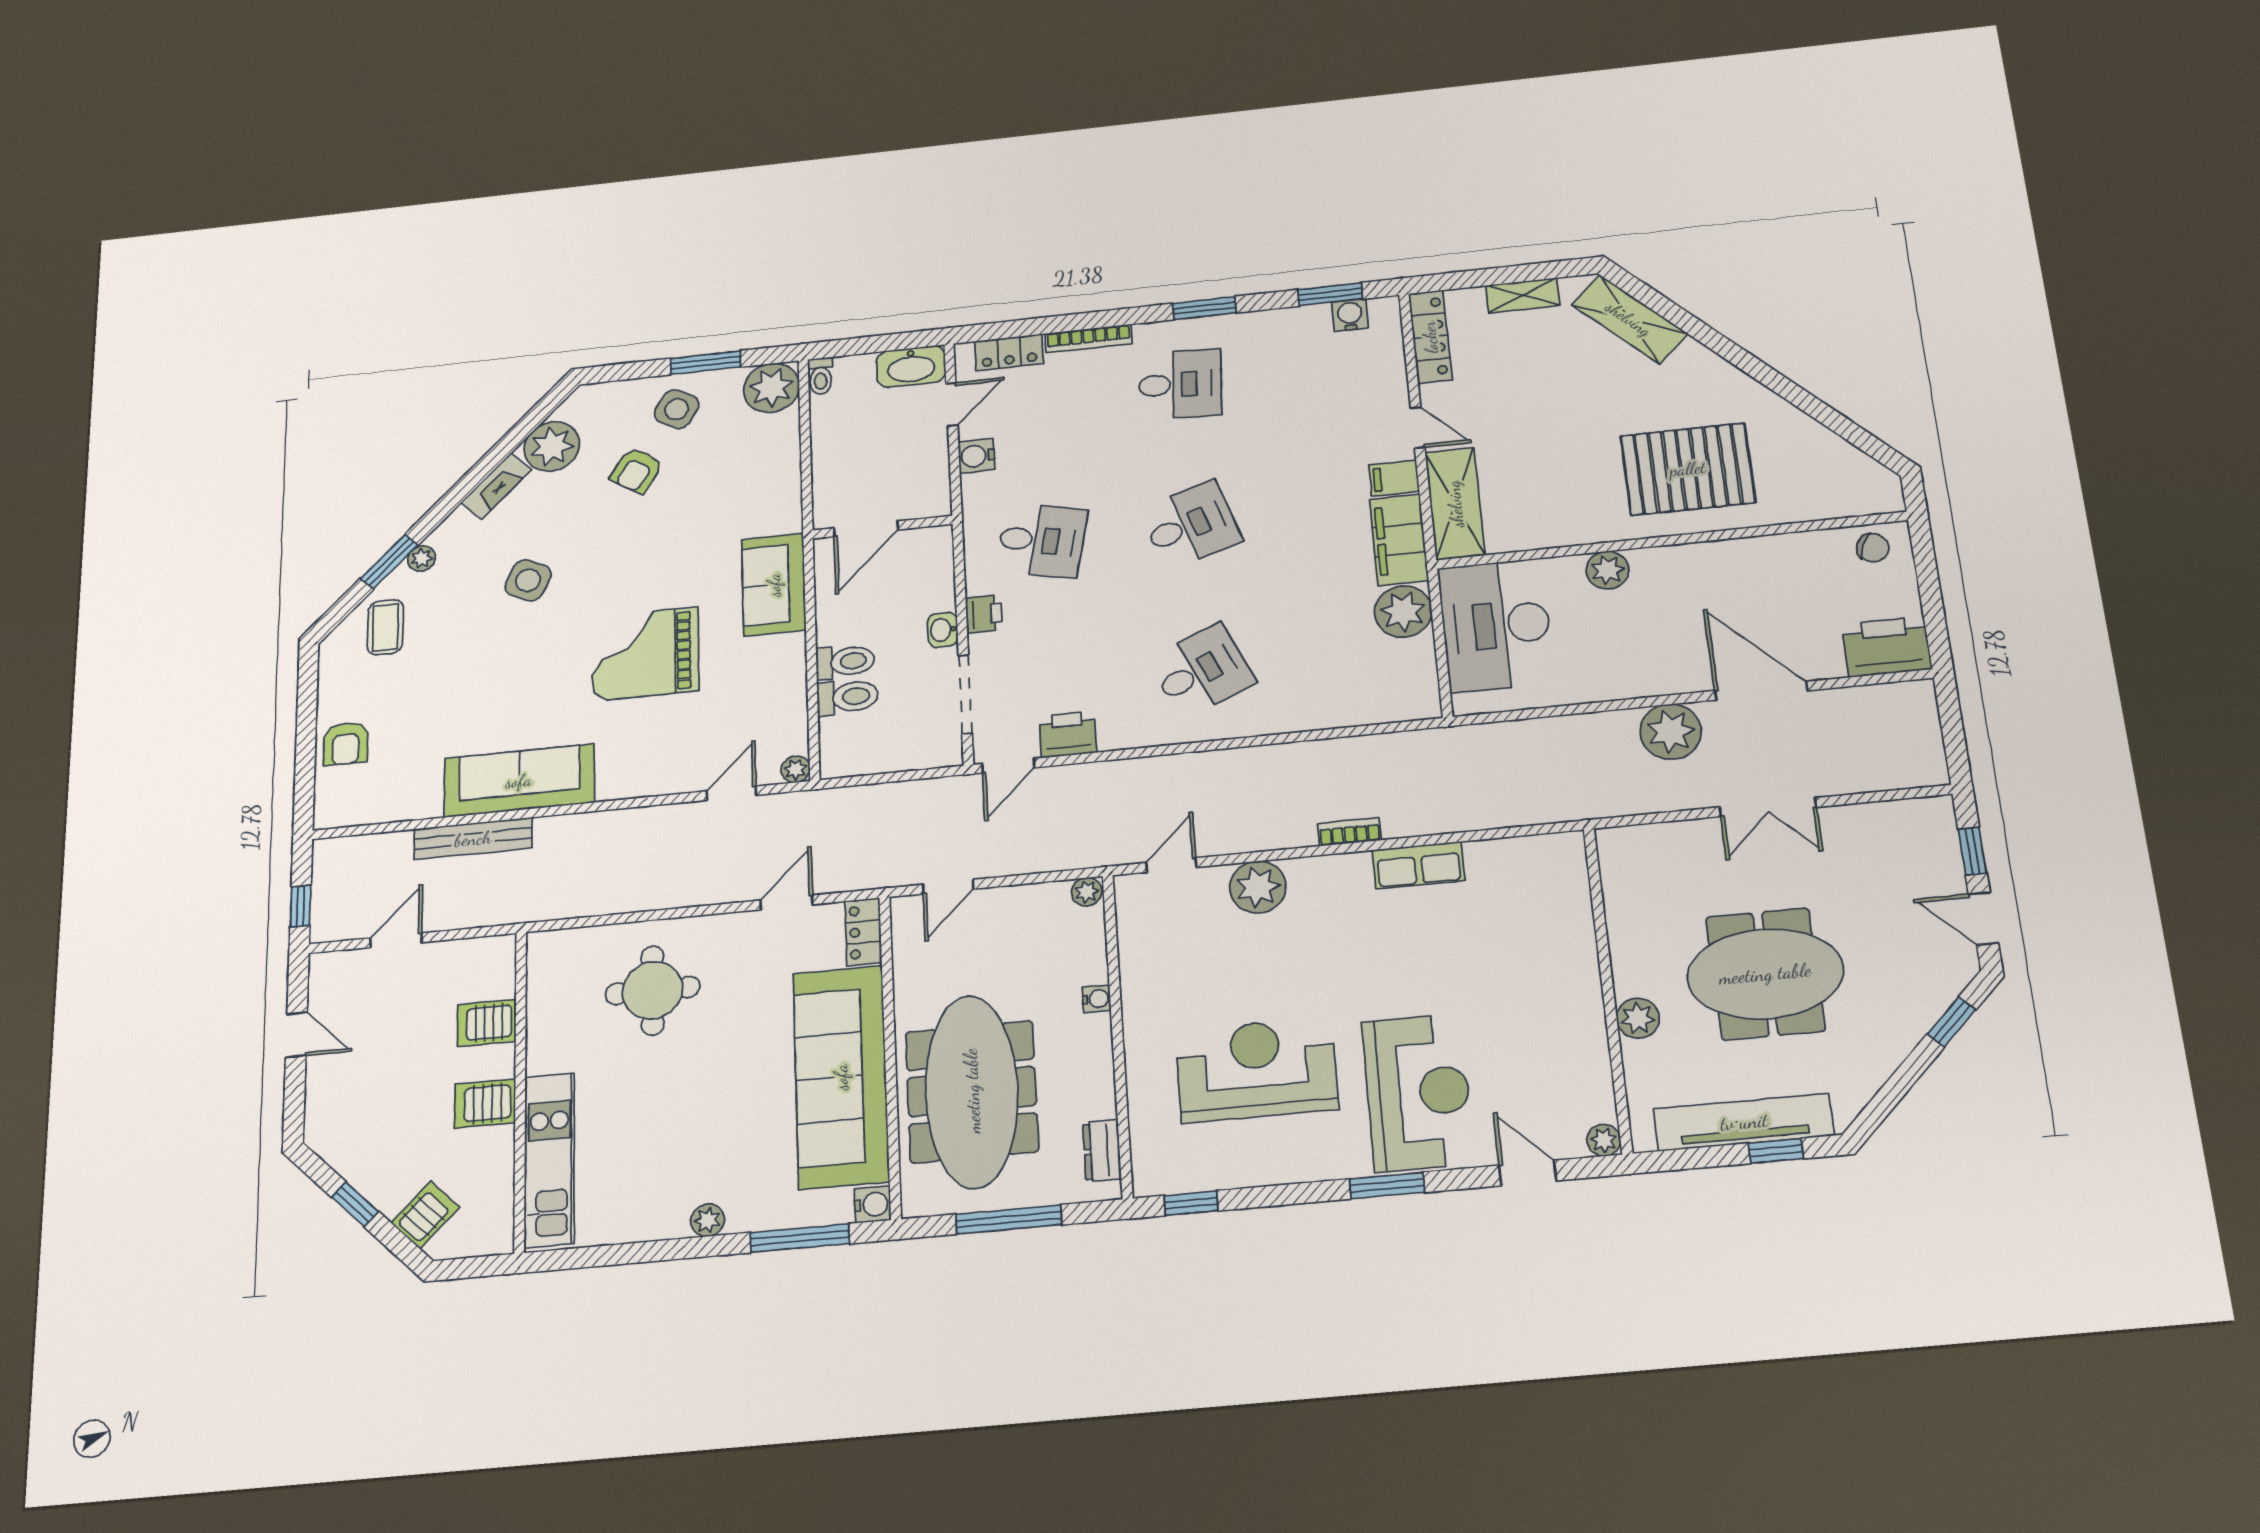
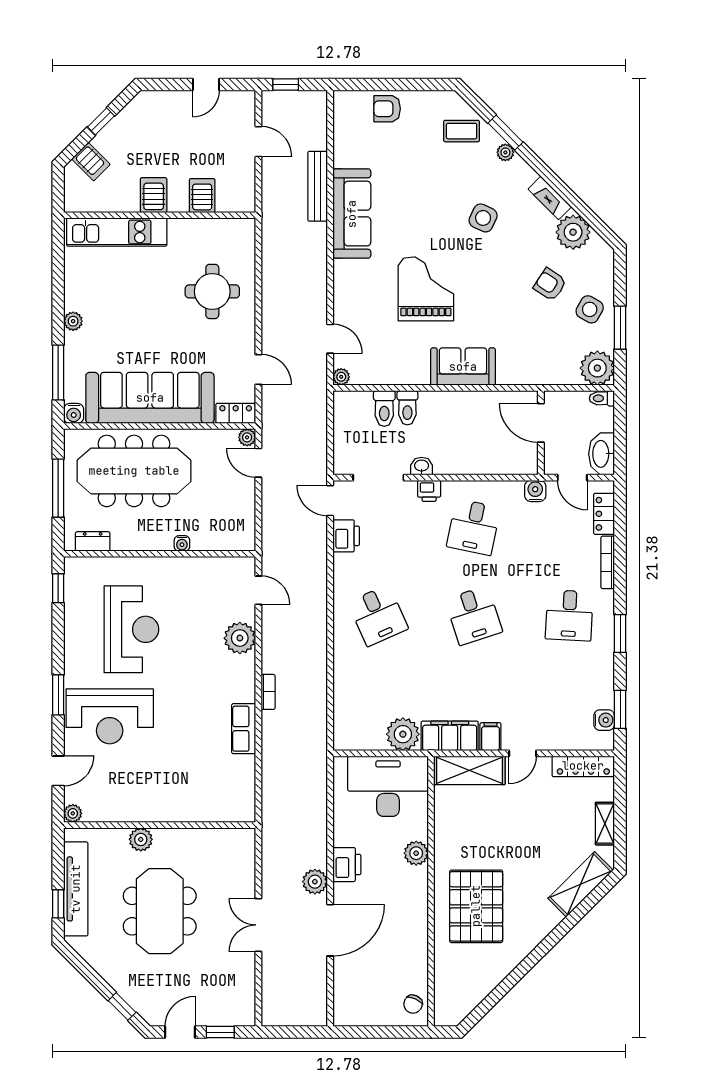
wall: (882, 527) -> (541, 433), moved
door: (866, 529) -> (541, 423), moved
printer: (1886, 647) -> (347, 865), moved, width x0.73, depth x0.84
plant: (1671, 732) -> (315, 882), width x0.73, depth x0.73
plant: (1087, 892) -> (247, 437), moved

